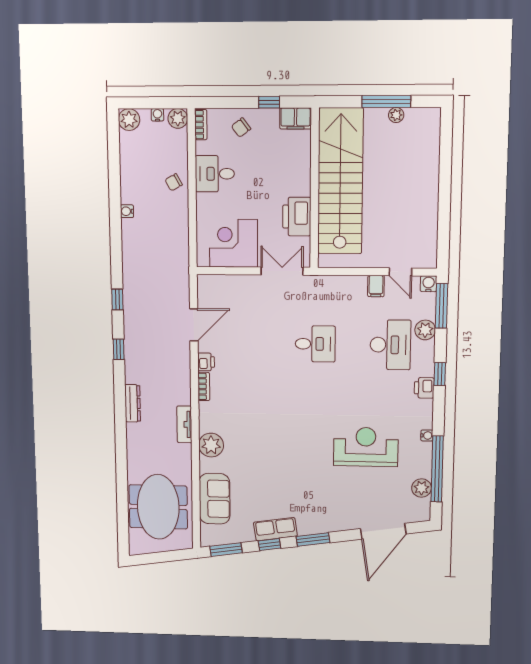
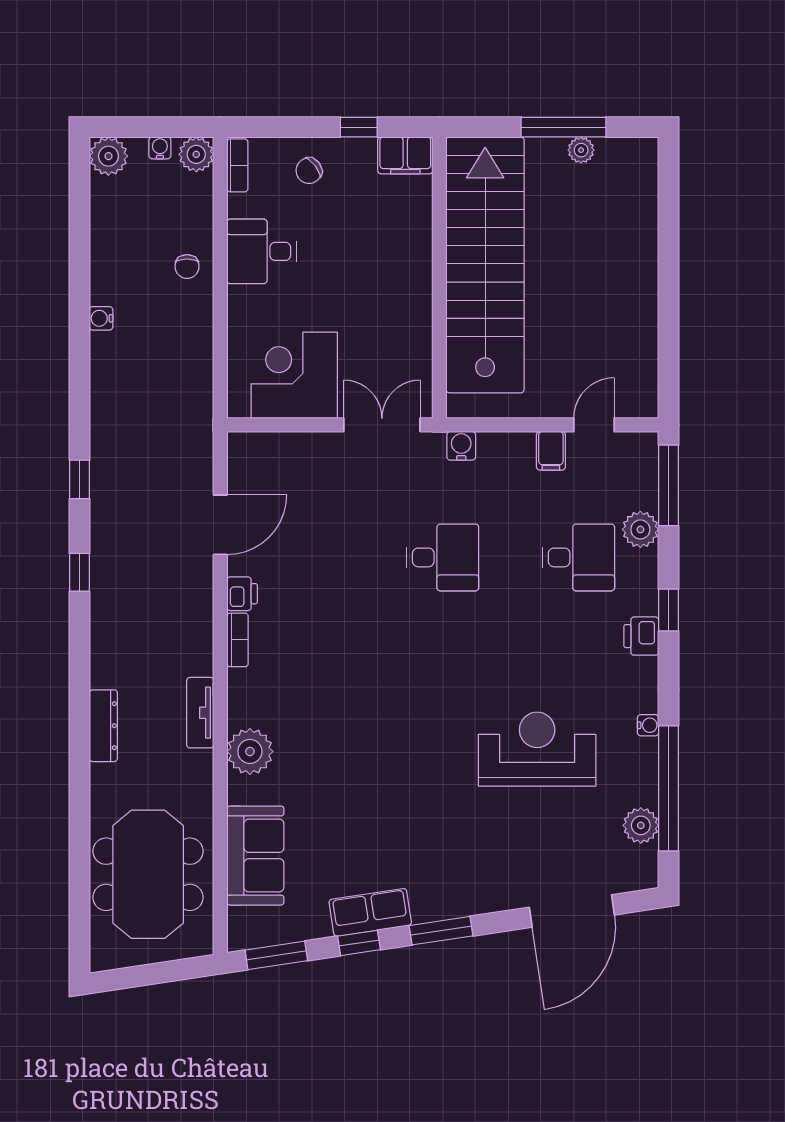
chair: (174, 182) -> (187, 267), turned -61
printer: (297, 217) -> (408, 327), removed
door: (400, 272) -> (594, 425), swing flipped
water cooler: (429, 284) -> (461, 446), moved
desk: (390, 345) -> (579, 557), width x0.73
dresser: (133, 403) -> (103, 726), moved

